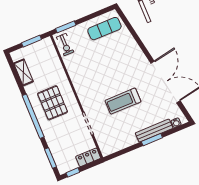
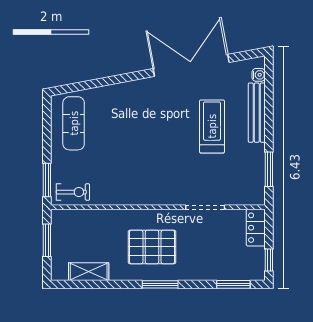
treadmill: (123, 101) -> (212, 126), moved, turned 180
window: (33, 116) -> (160, 284), width x0.47
window: (152, 140) -> (269, 169), moved

